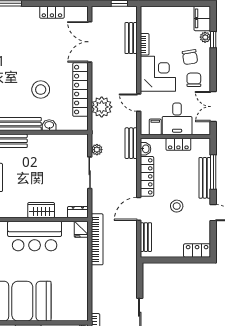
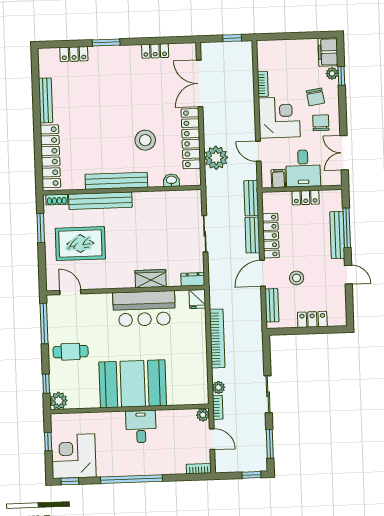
bench: (131, 38) -> (252, 235), moved
washbasin: (49, 125) -> (171, 180), moved
washbasin: (145, 149) -> (268, 204), removed
plant: (97, 150) -> (218, 387), moved
stool: (177, 206) -> (297, 278), moved
bookcase: (97, 239) -> (217, 338), moved
locker: (197, 250) -> (312, 319), moved

